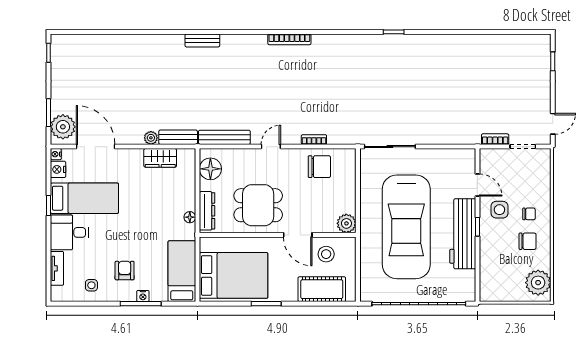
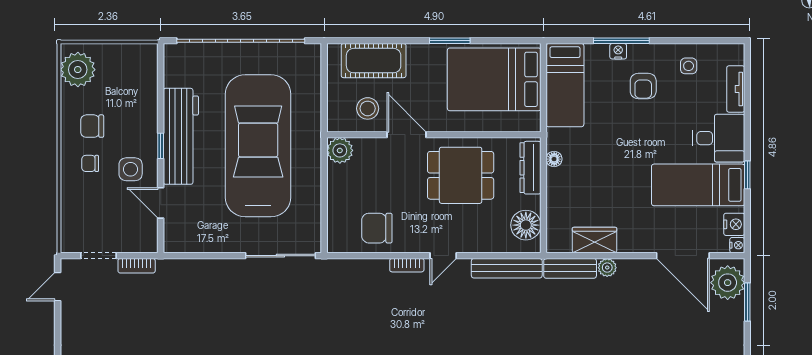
bookcase: (314, 140) -> (407, 265), moved

